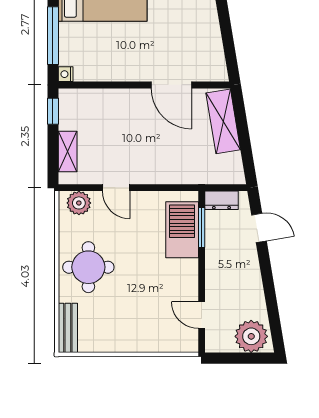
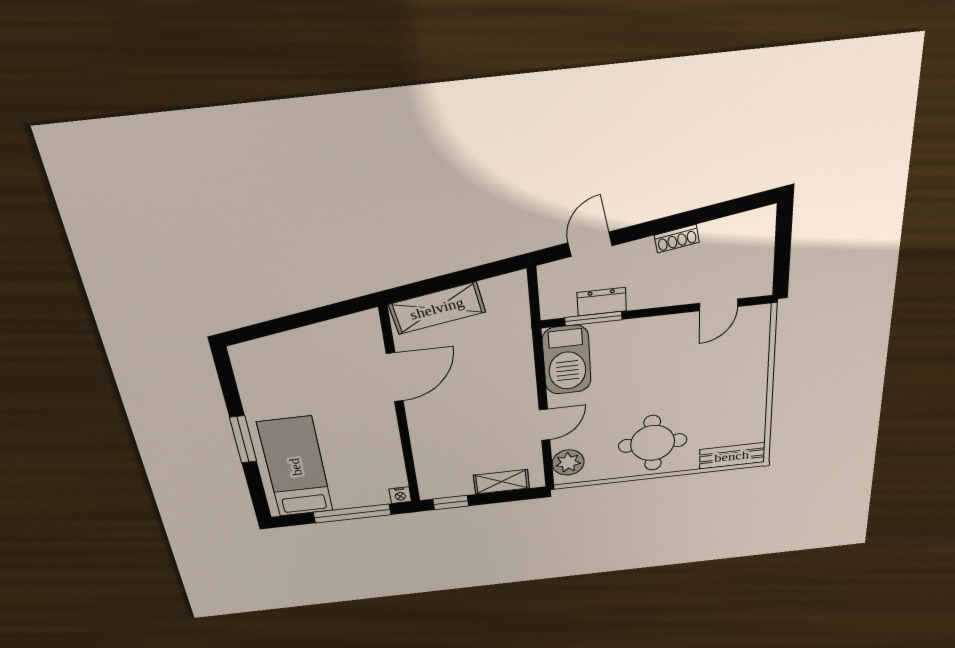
dresser: (221, 200) -> (602, 302), moved, turned -90
barbecue: (182, 230) -> (567, 360), moved, turned -90
shoe rack: (256, 286) -> (677, 239), added
plant: (251, 336) -> (751, 237), removed

